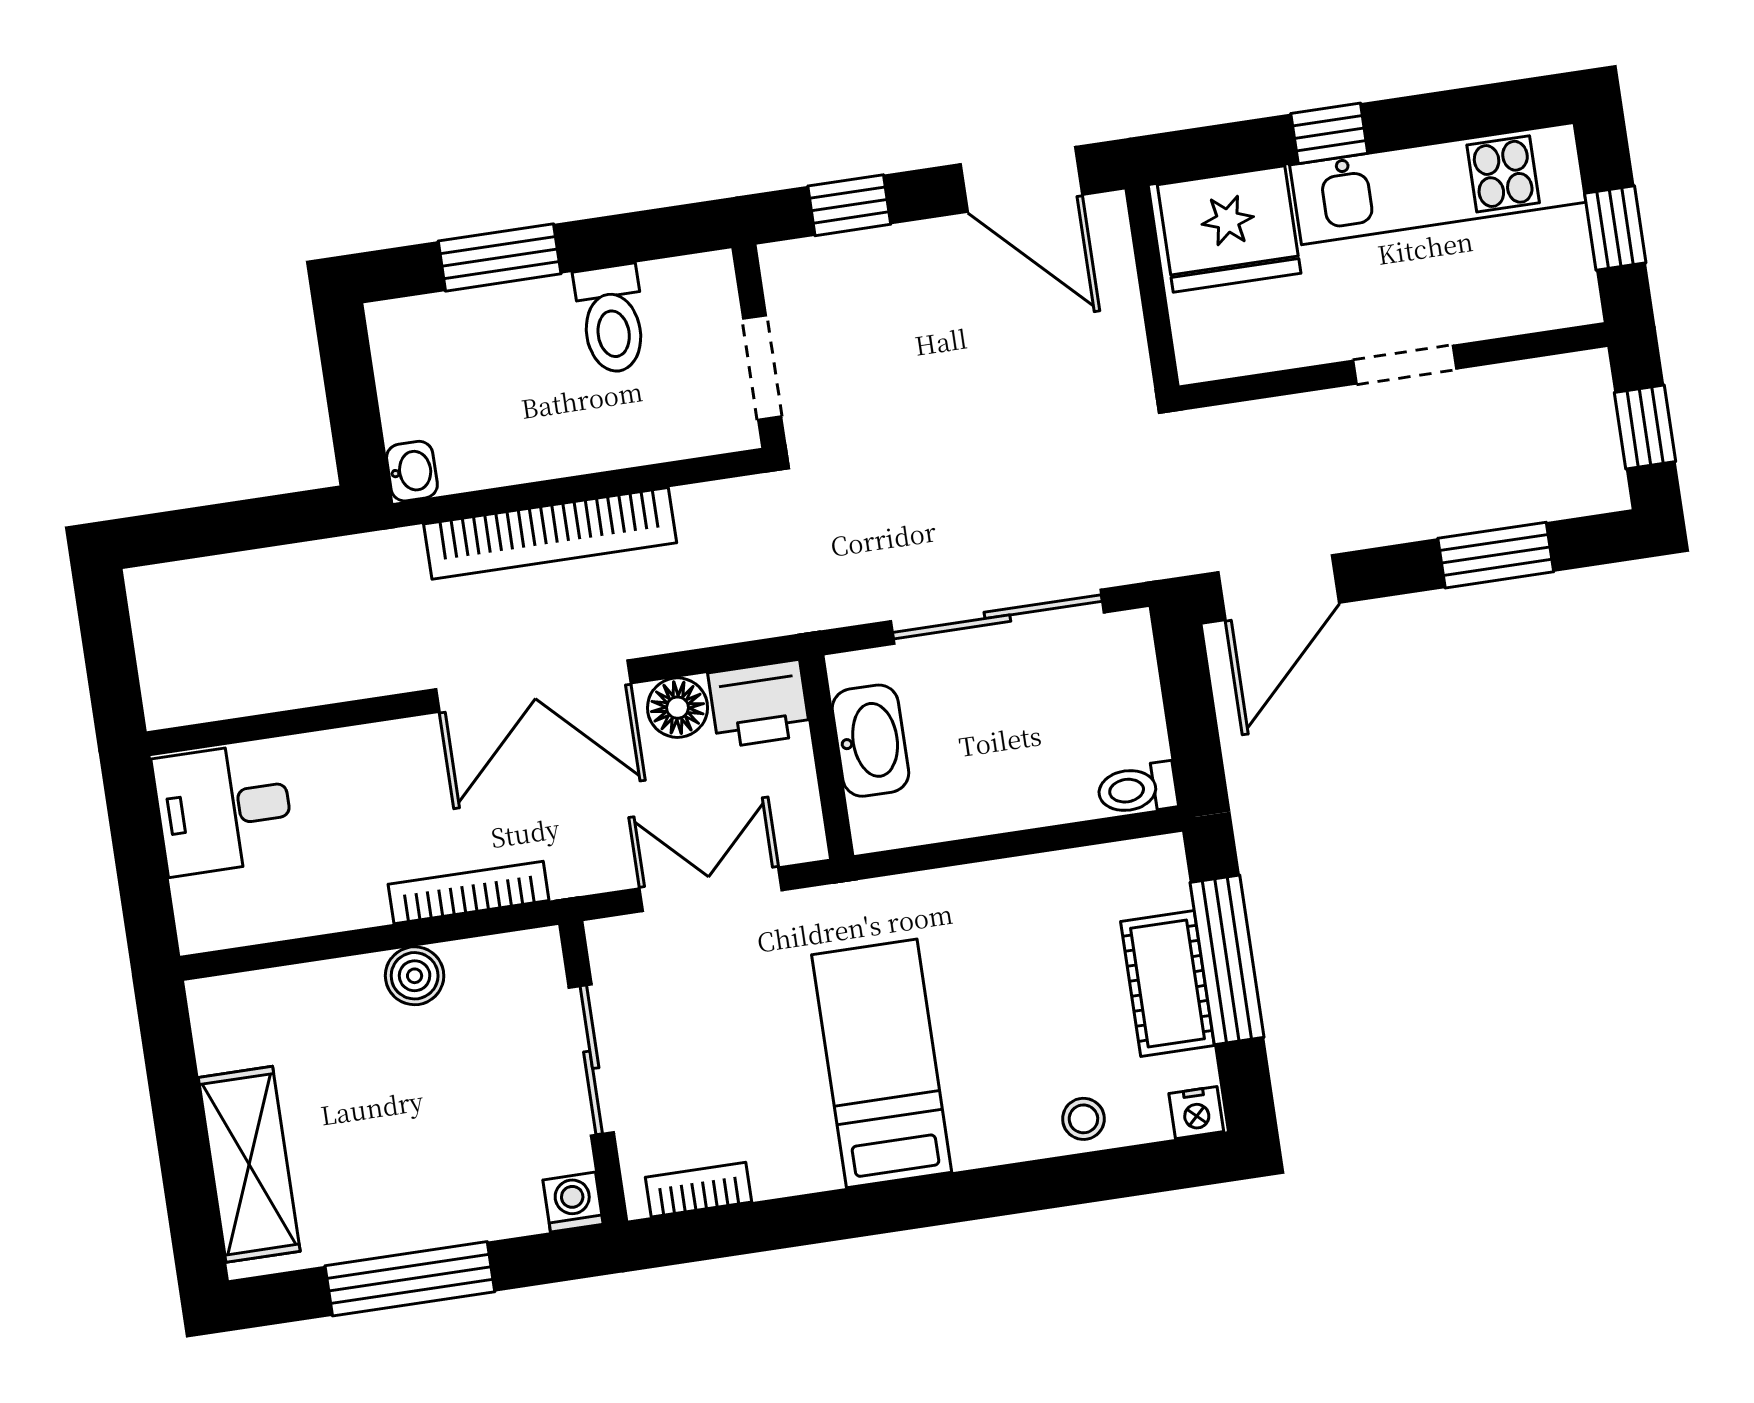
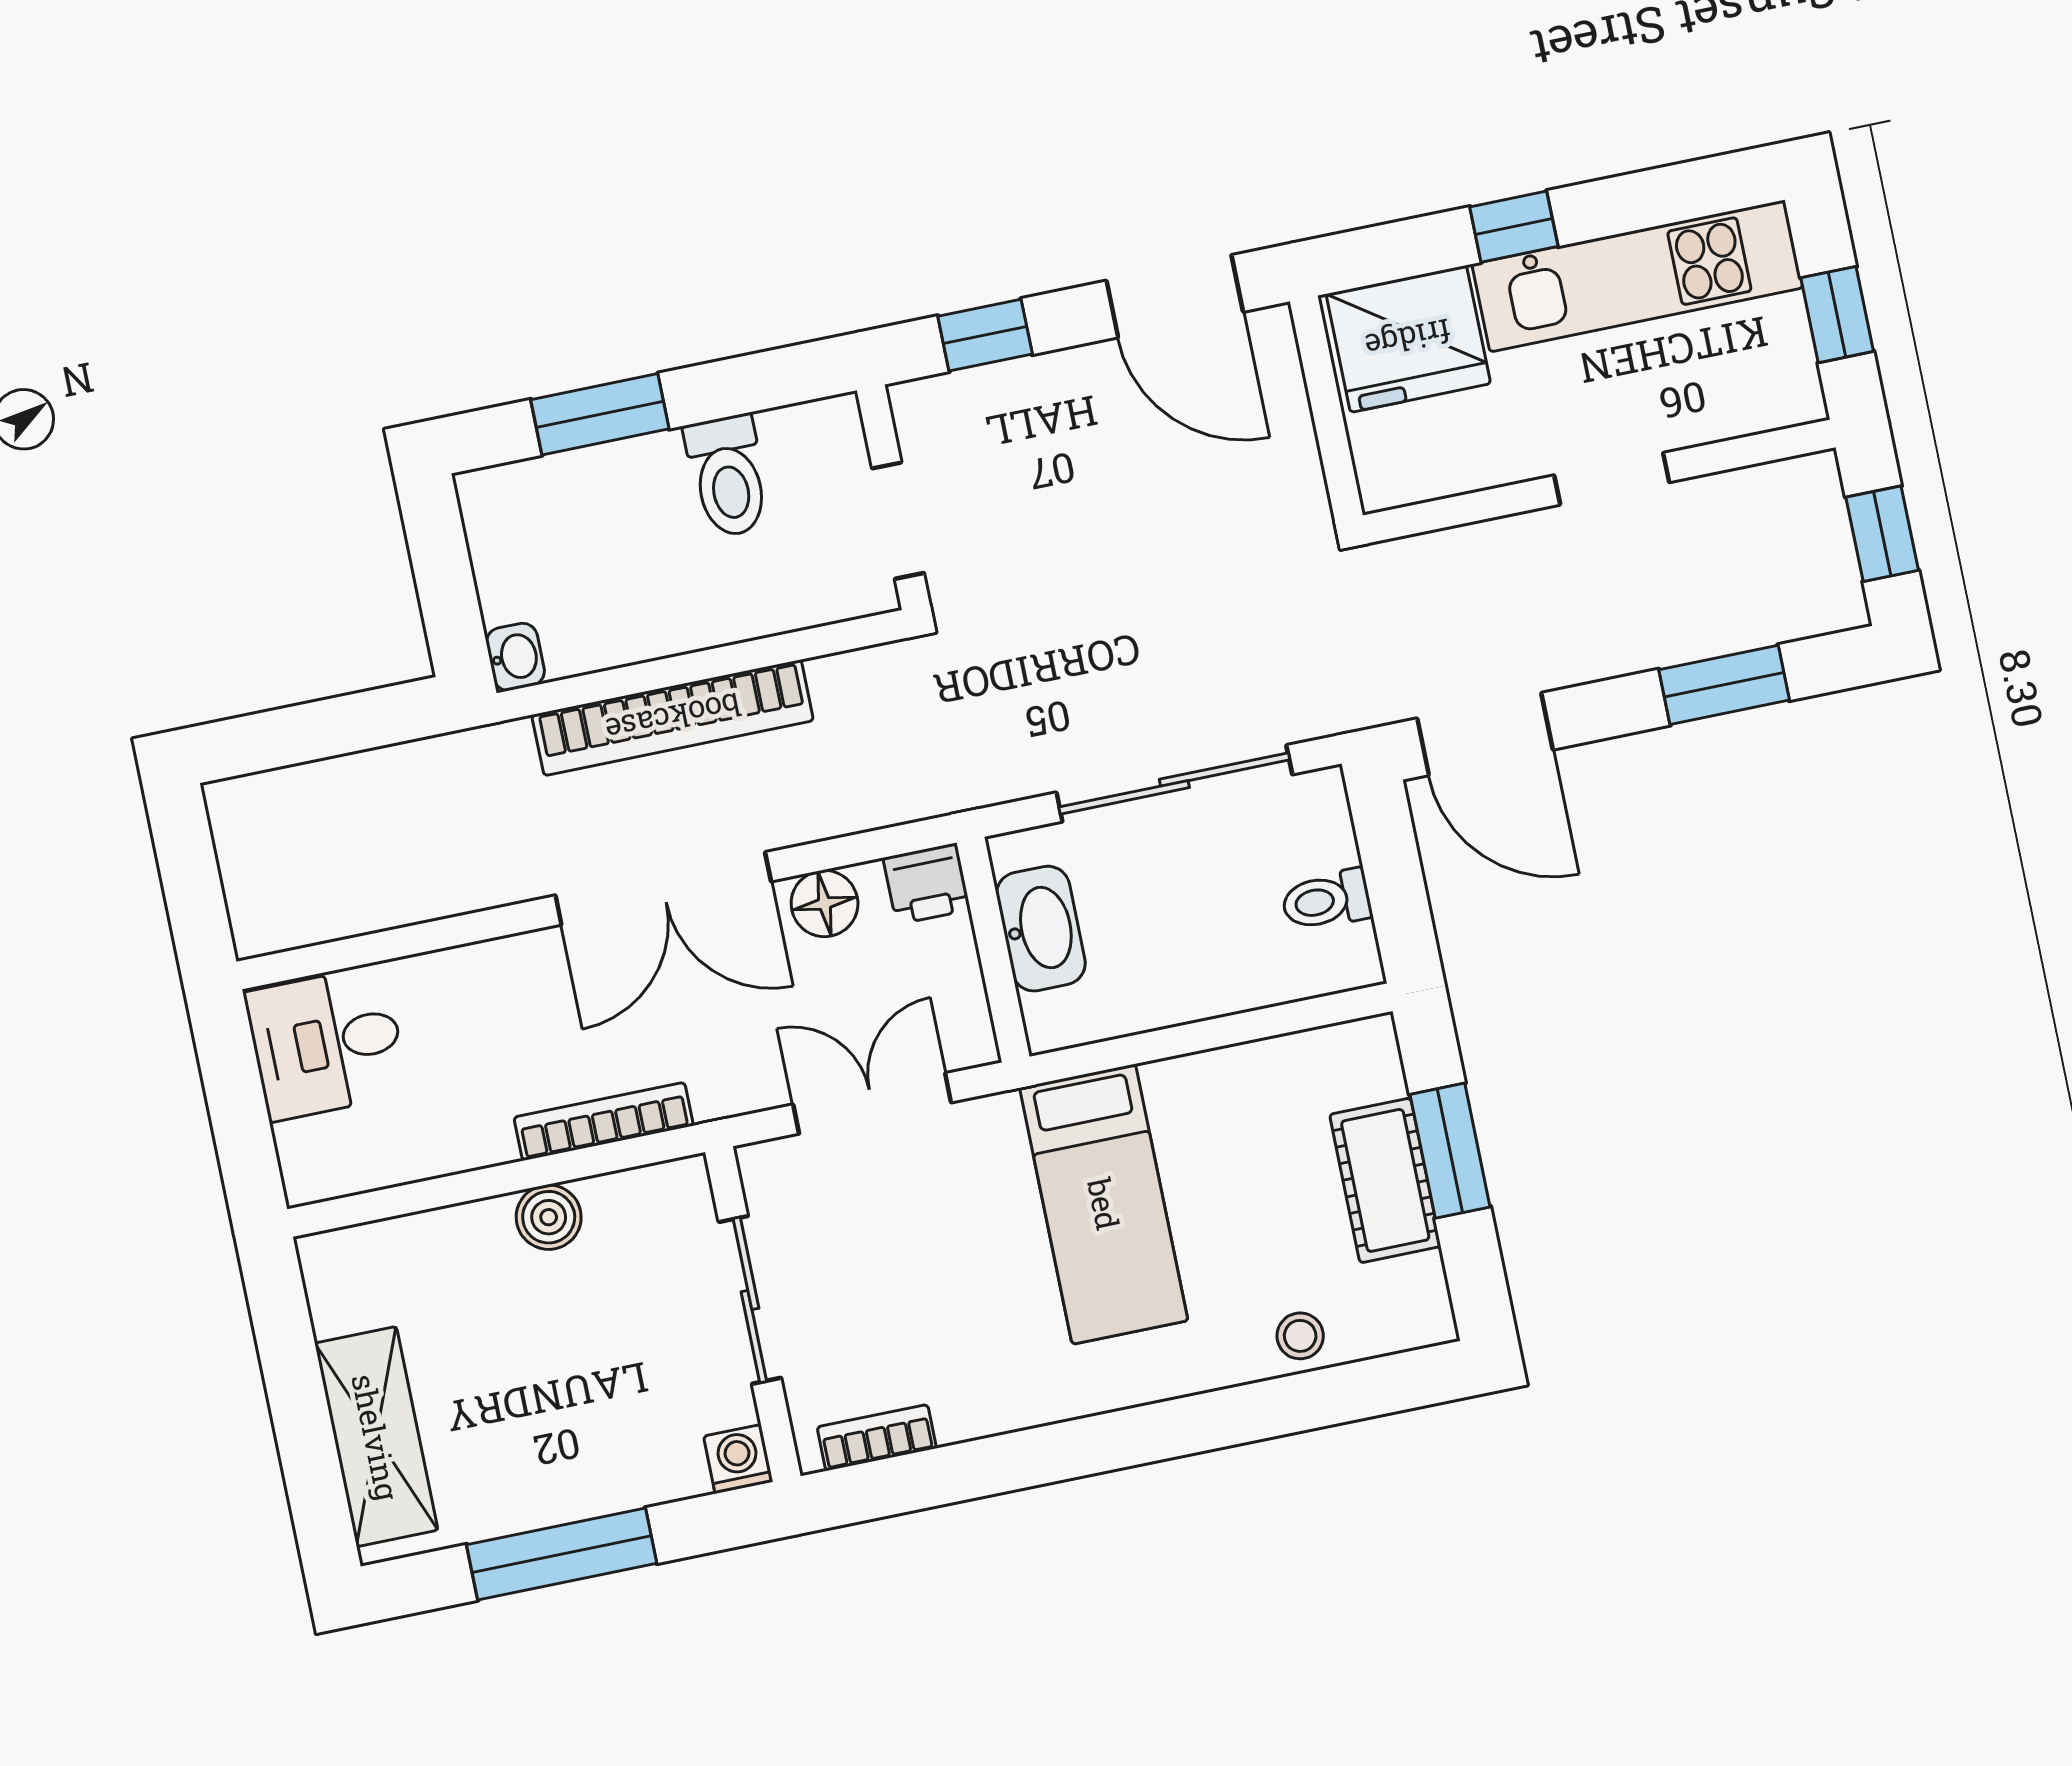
door: (1279, 588) -> (1485, 734), hinge flipped
printer: (759, 704) -> (927, 884), width x0.73, depth x0.81
toilet: (1137, 789) -> (1326, 900), moved
window: (1227, 960) -> (1450, 1151), width x0.69
bed: (882, 1063) -> (1104, 1204), moved, turned 180
nightstand: (1196, 1113) -> (1425, 1322), removed

